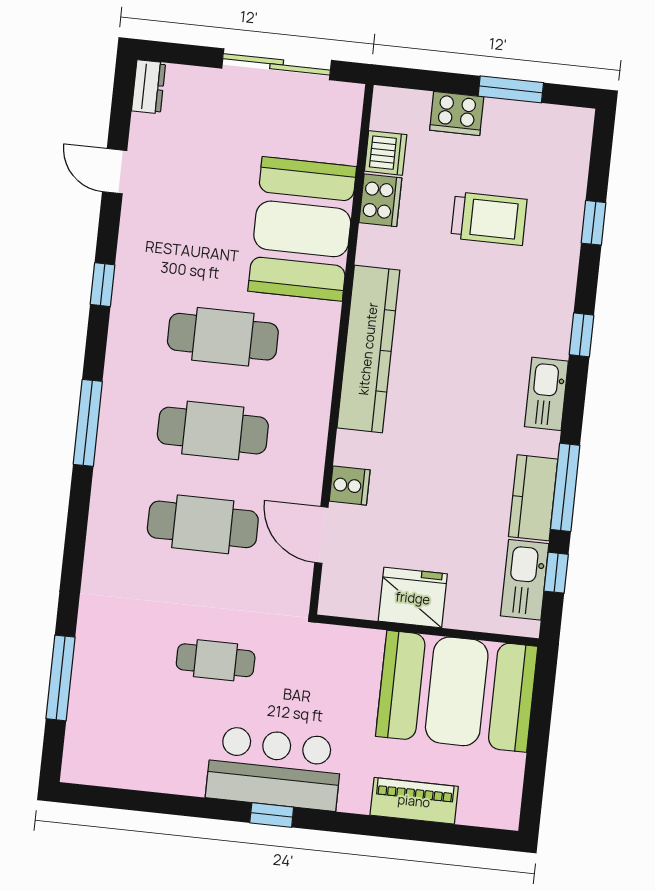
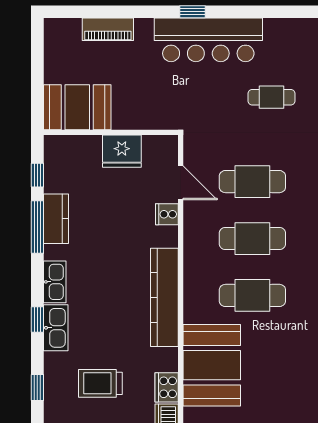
kitchen sink: (525, 580) -> (56, 328), moved
cafe table: (216, 660) -> (271, 97), moved
booth: (457, 691) -> (77, 107), width x0.73, depth x0.70
bar counter: (274, 768) -> (208, 40), width x1.36

